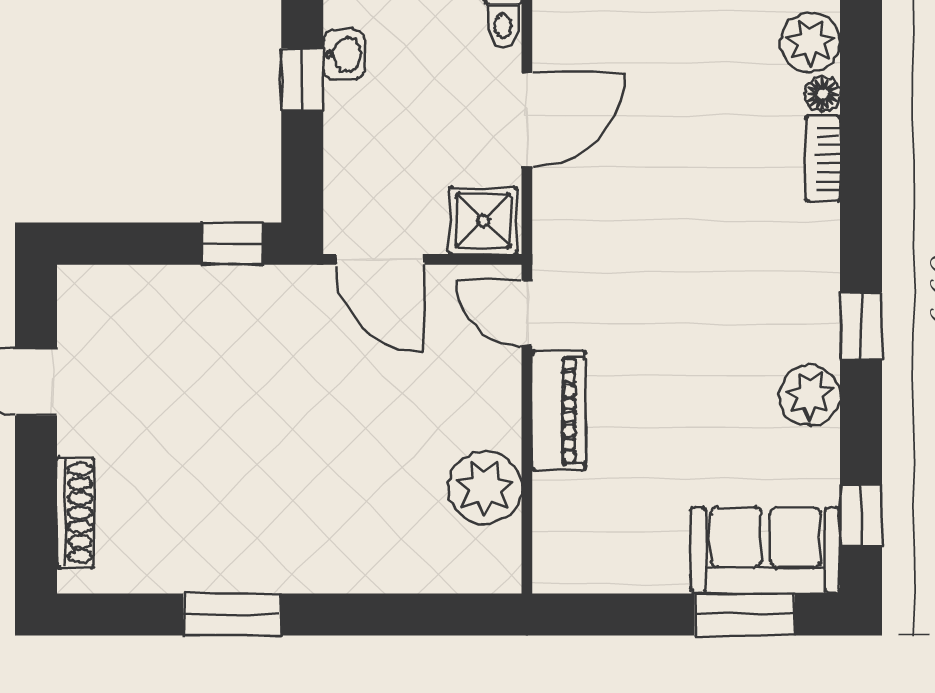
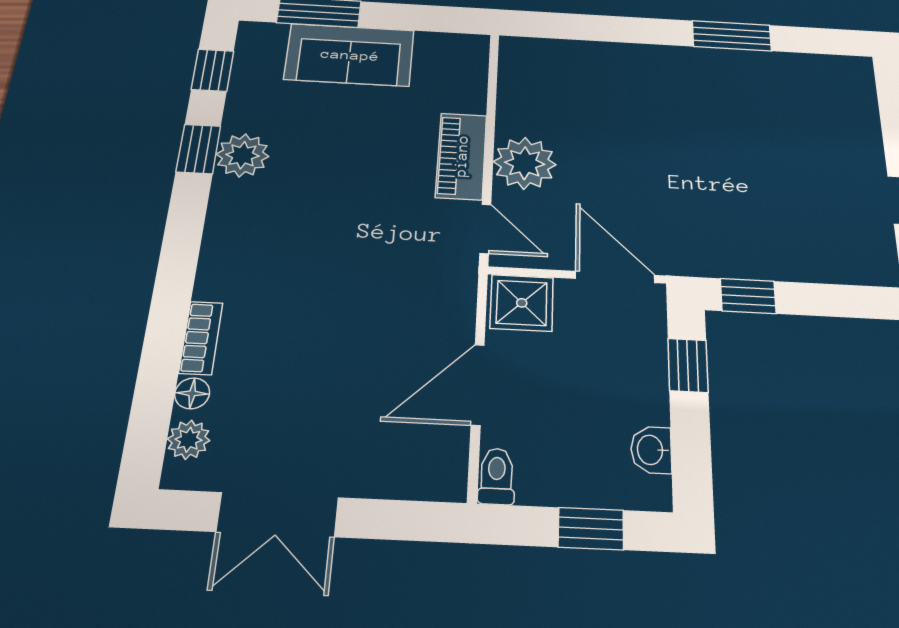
plant: (810, 42) -> (189, 440), width x0.73, depth x0.73
window: (302, 79) -> (688, 365), moved
window: (861, 326) -> (198, 149), moved
plant: (485, 488) -> (525, 163), moved
shoe rack: (76, 513) -> (864, 109), removed
sofa: (766, 550) -> (350, 55), moved

